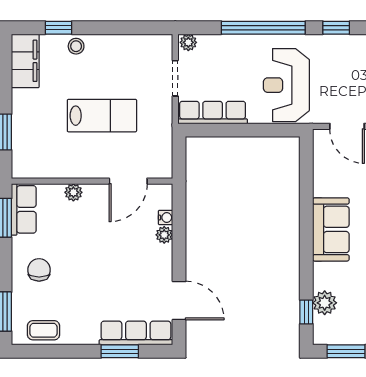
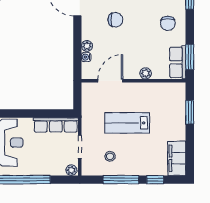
window: (112, 28) -> (121, 180), added
stool: (76, 46) -> (110, 156), moved
chair: (120, 275) -> (115, 20), added

